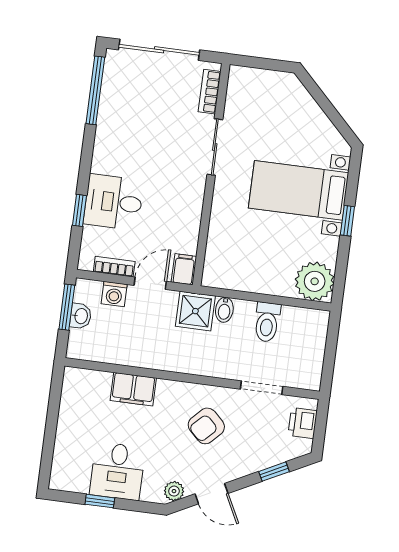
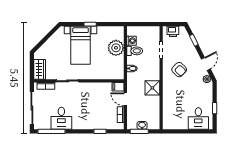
wardrobe: (252, 82) -> (40, 69), added
desk: (114, 202) -> (61, 118), moved
plant: (315, 281) -> (116, 48), moved
washing machine: (114, 294) -> (132, 41), moved
shower: (195, 311) -> (152, 88), moved
filing cabinet: (133, 389) -> (168, 101), removed
desk: (117, 471) -> (198, 118), moved, turned 90

